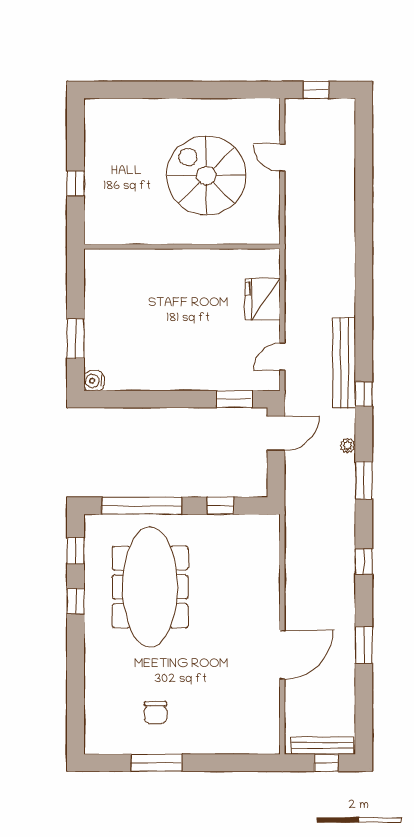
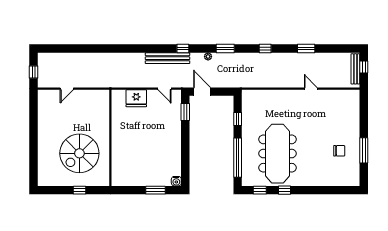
spiral stairs: (206, 175) -> (79, 153), moved
meeting table: (150, 587) -> (278, 154), turned 90
door: (282, 655) -> (311, 89), width x0.53

